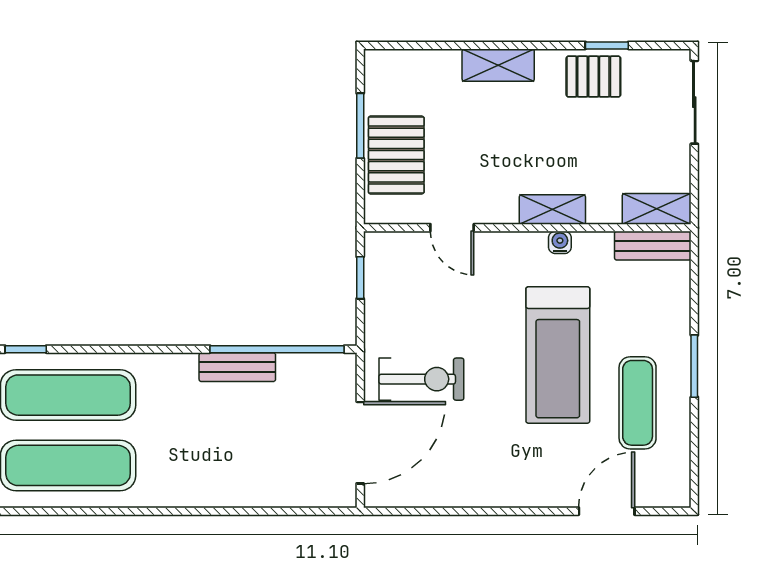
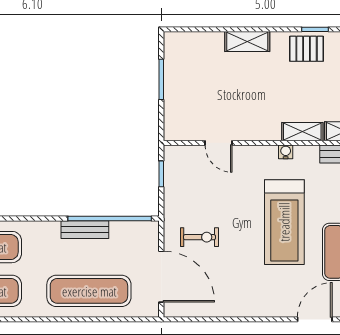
pallet: (396, 155) -> (184, 98), removed
shelving: (552, 210) -> (302, 132), moved
exercise bike: (421, 379) -> (199, 237), width x0.73, depth x0.72
door: (360, 443) -> (161, 277), hinge flipped
exercise mat: (244, 465) -> (89, 291), added

